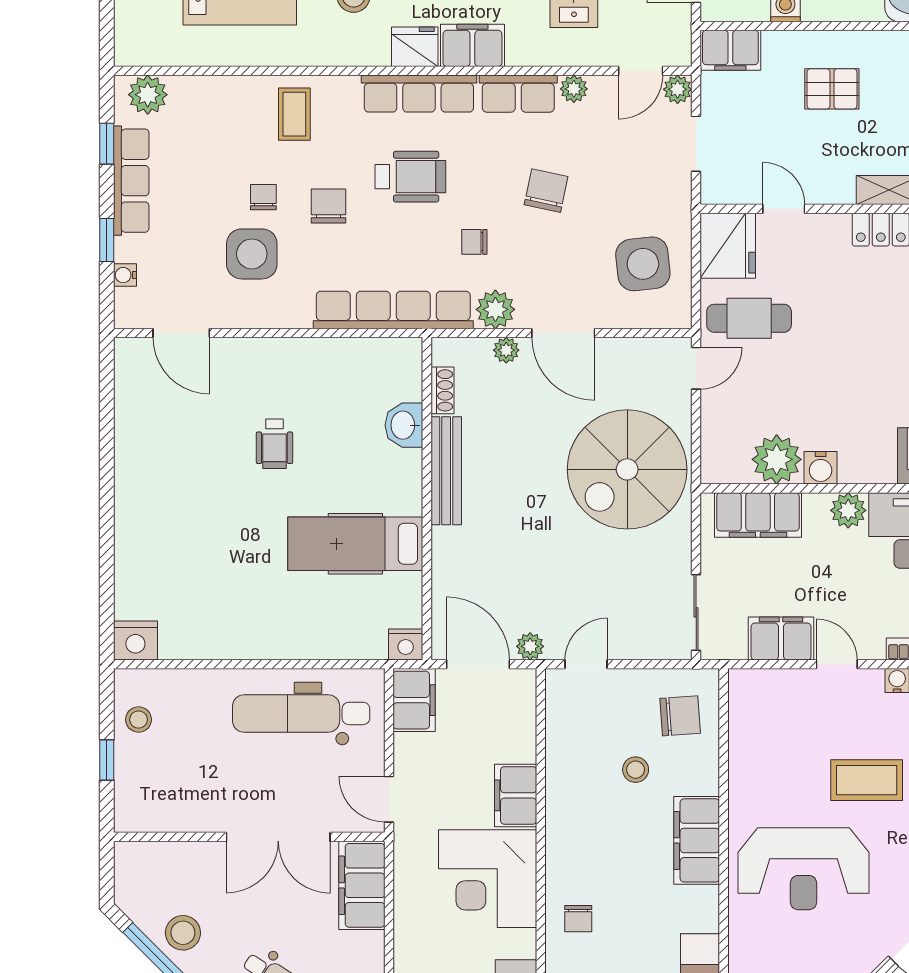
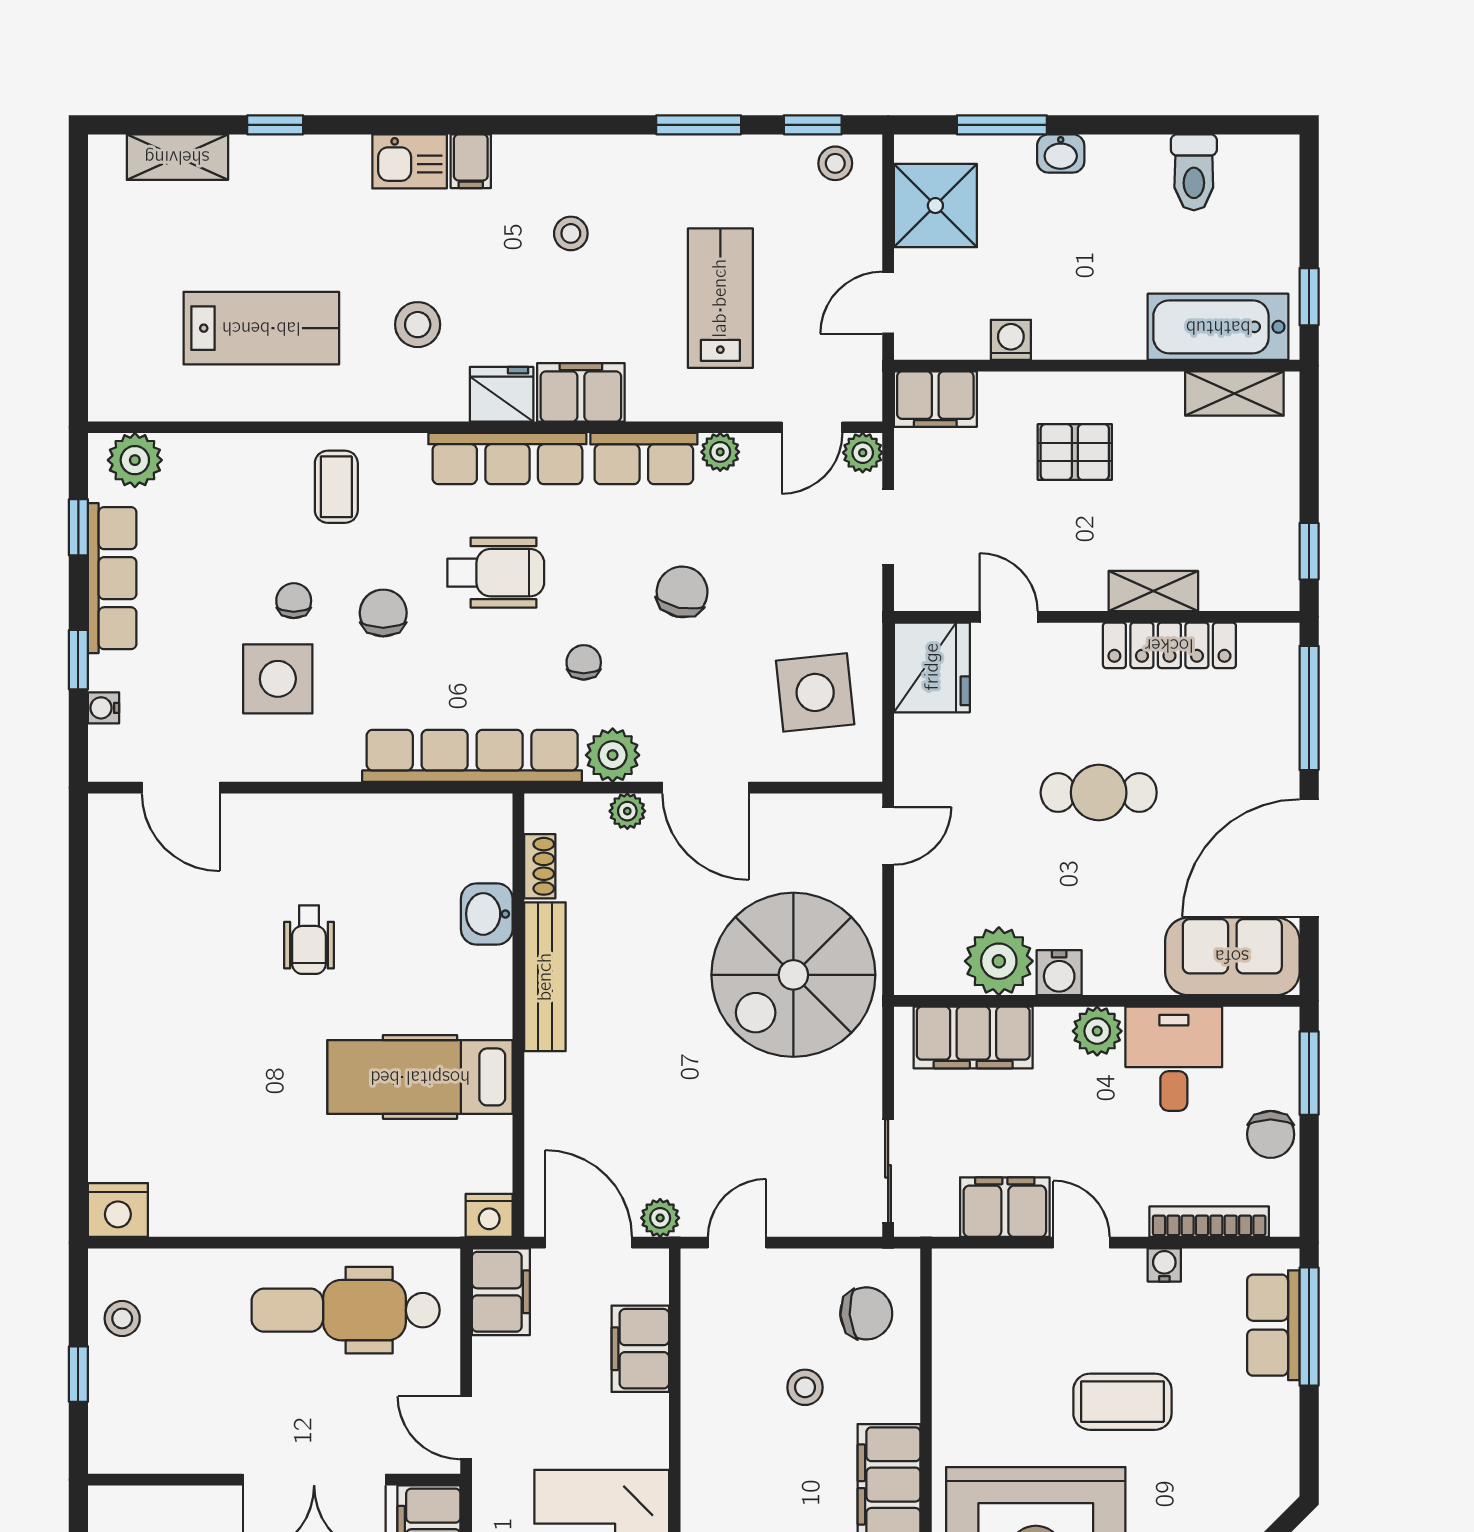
chair: (474, 242) -> (584, 662), turned 90
cafe table: (749, 318) -> (1099, 793), moved
filing cabinet: (516, 795) -> (640, 1349), moved

